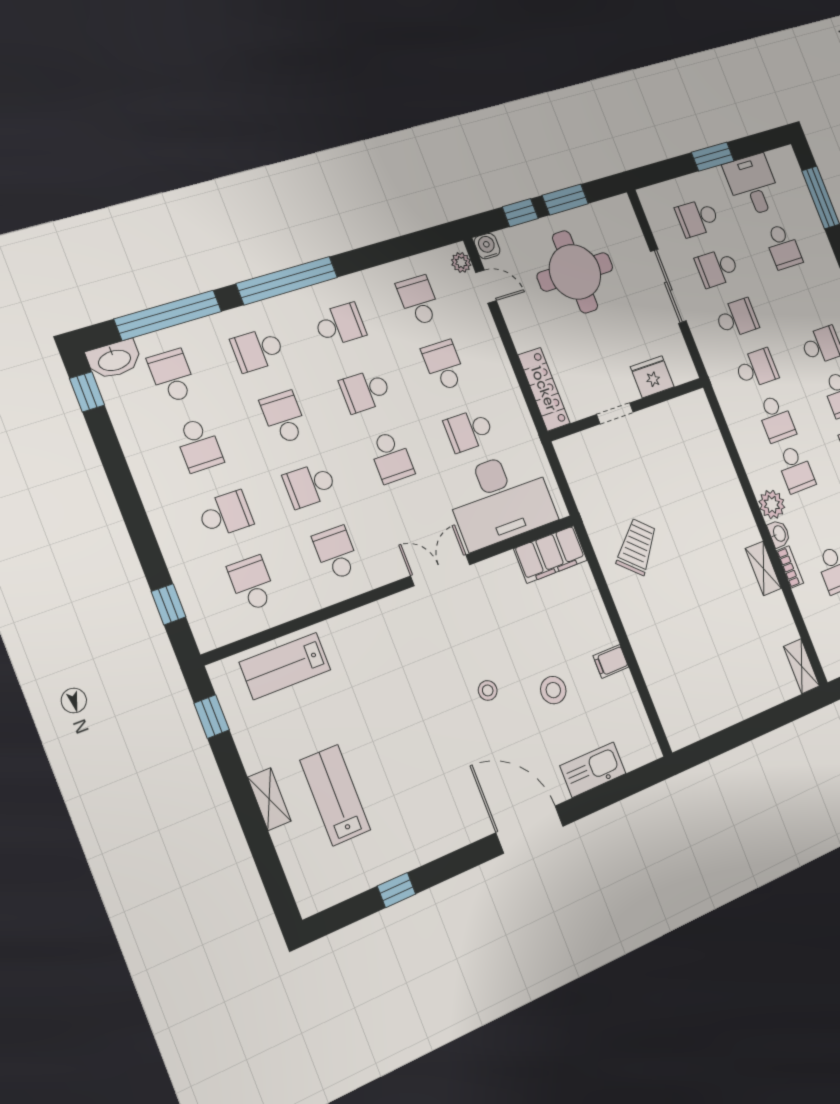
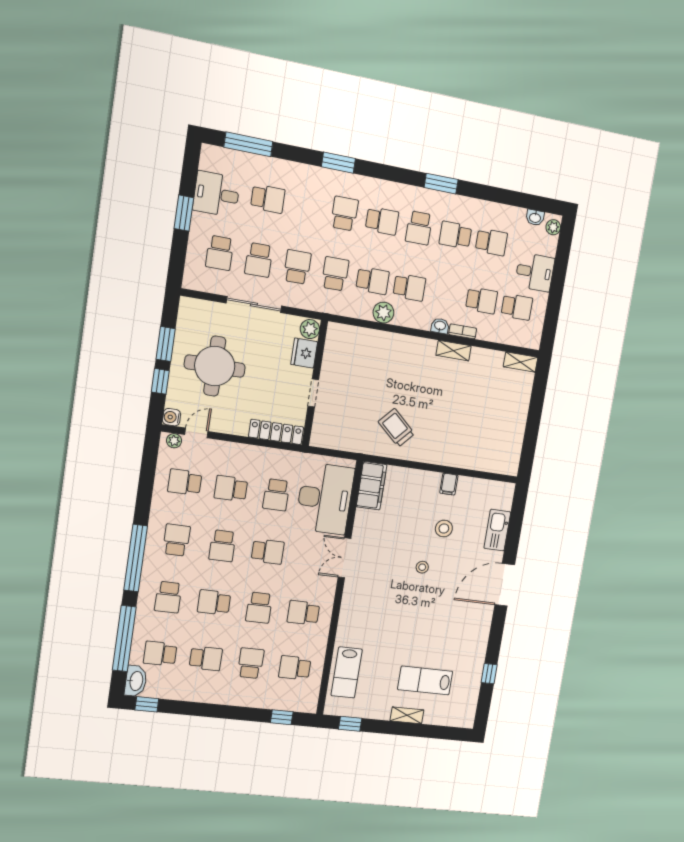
plant: (682, 370) -> (310, 329), added
plant: (772, 504) -> (383, 313), moved

